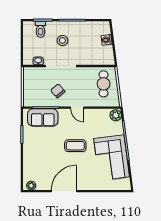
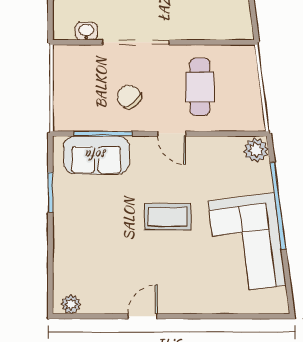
cafe table: (103, 84) -> (200, 87), moved
door: (64, 191) -> (143, 316), width x0.53

